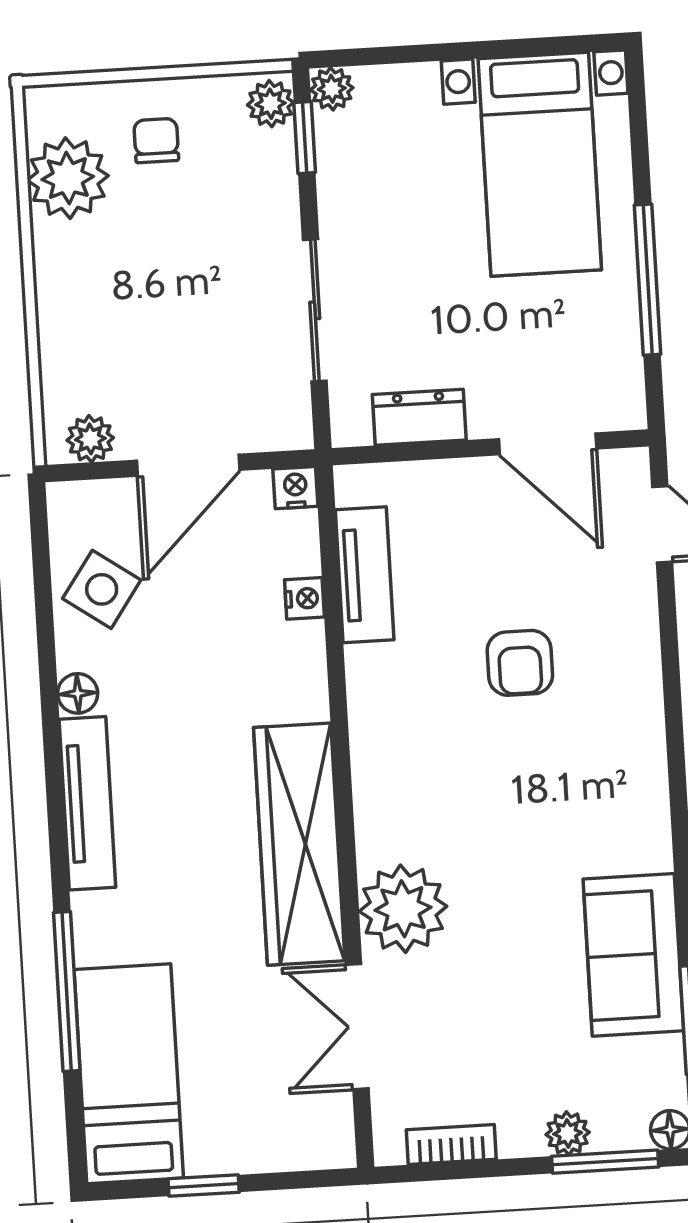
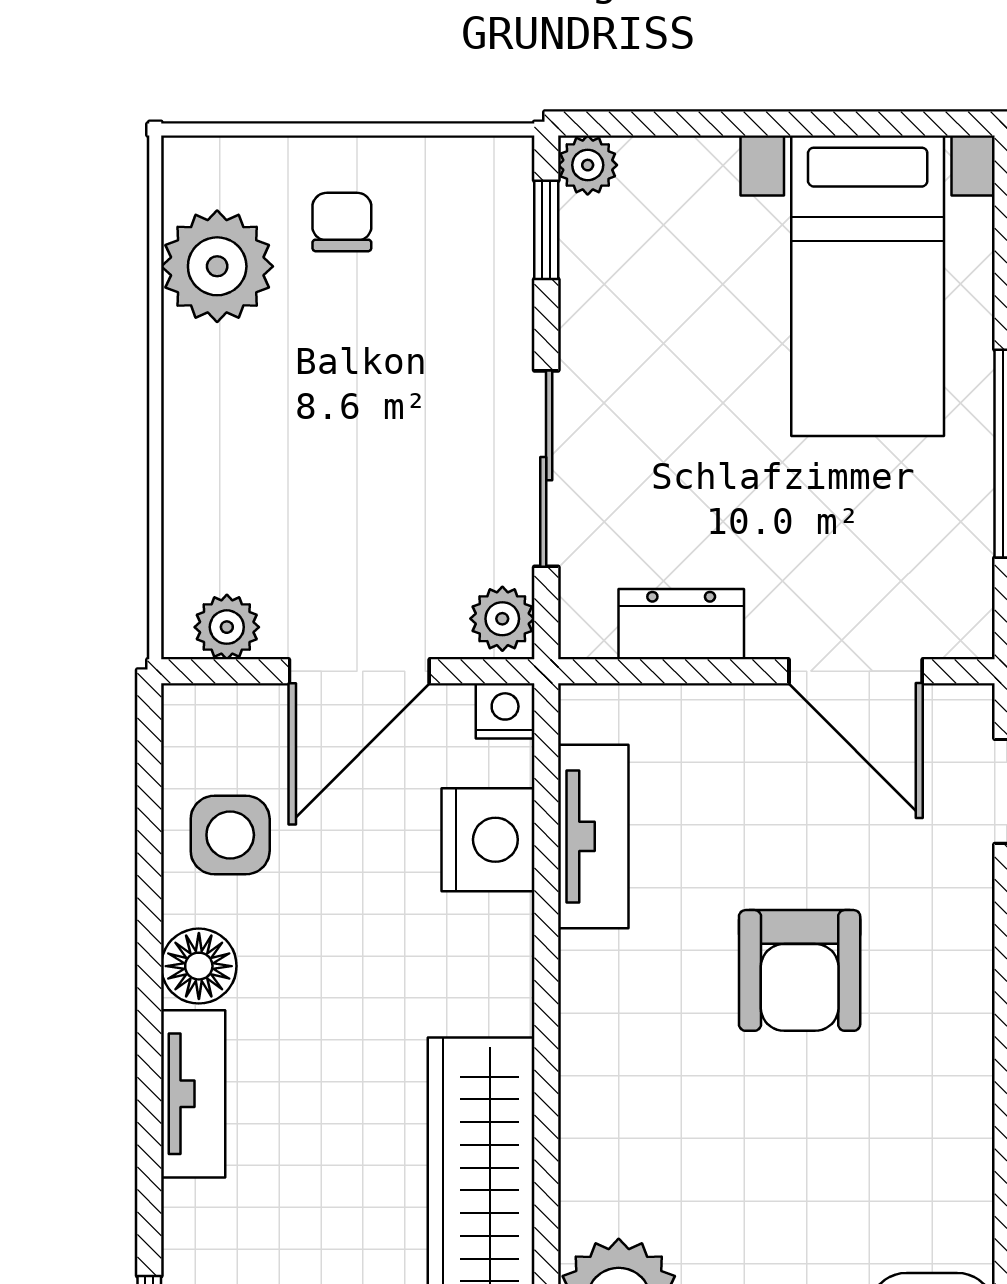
plant: (271, 104) -> (502, 619), moved
side table: (102, 589) -> (230, 835), turned -35
nightstand: (304, 598) -> (488, 840), width x1.89, depth x1.79
armchair: (520, 663) -> (800, 970), width x1.38, depth x1.38
floor lamp: (78, 693) -> (199, 966), width x1.37, depth x1.37
tv unit: (87, 803) -> (193, 1094), width x0.71

